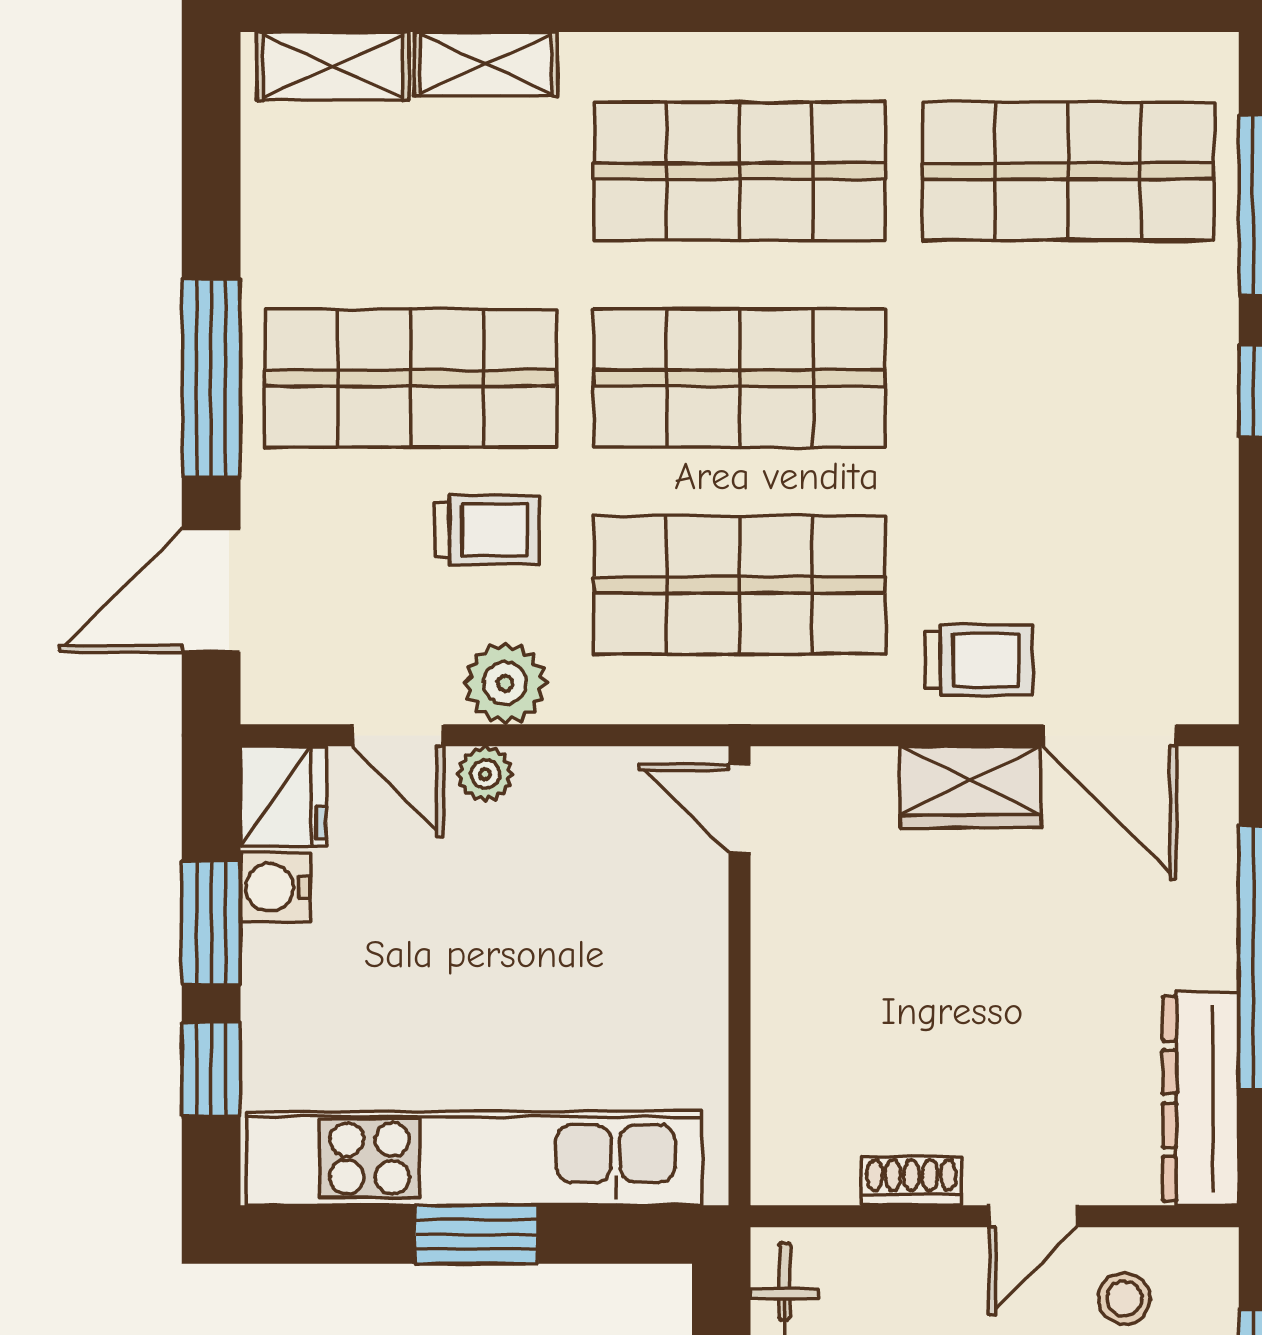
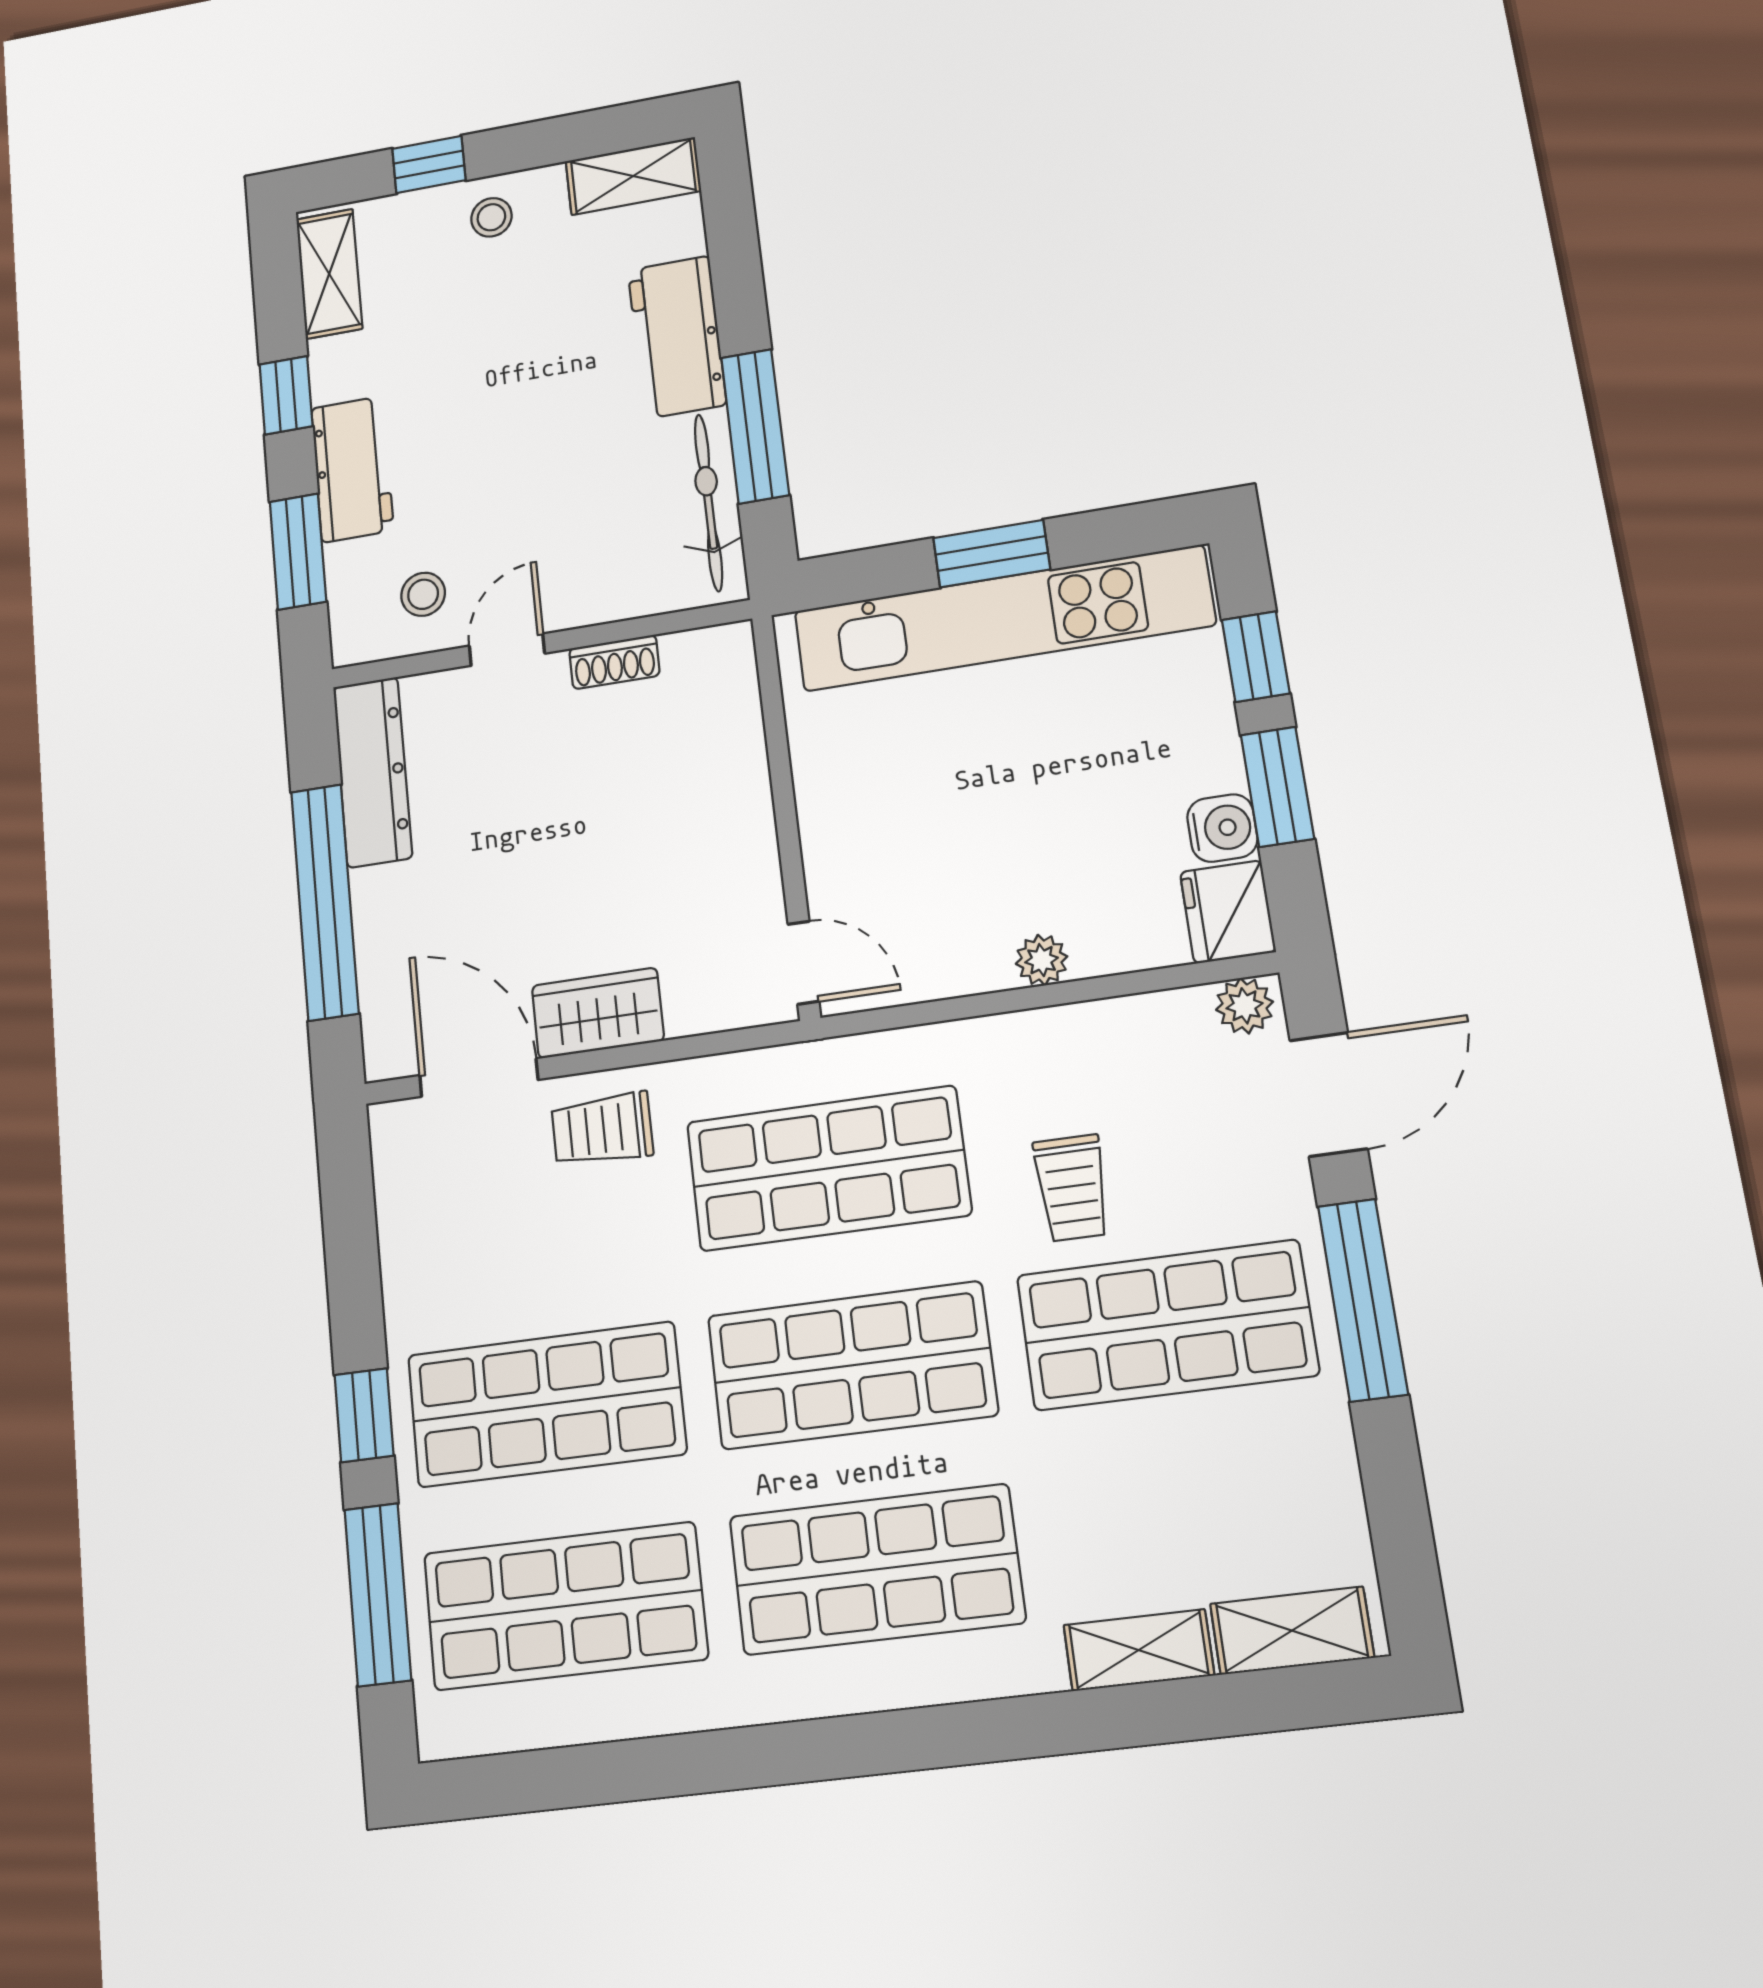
shop shelf: (1068, 378) -> (546, 1404), added
trolley: (487, 530) -> (1072, 1188), turned -90
plant: (505, 683) -> (1245, 1006), moved, width x0.73, depth x0.73
door: (398, 735) -> (1128, 984), removed

